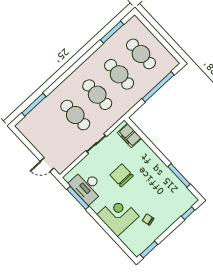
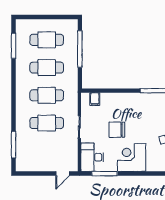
filing cabinet: (129, 136) -> (95, 99), width x0.50
desk: (87, 186) -> (92, 157), moved, turned 90
corner desk: (118, 216) -> (132, 157), moved

